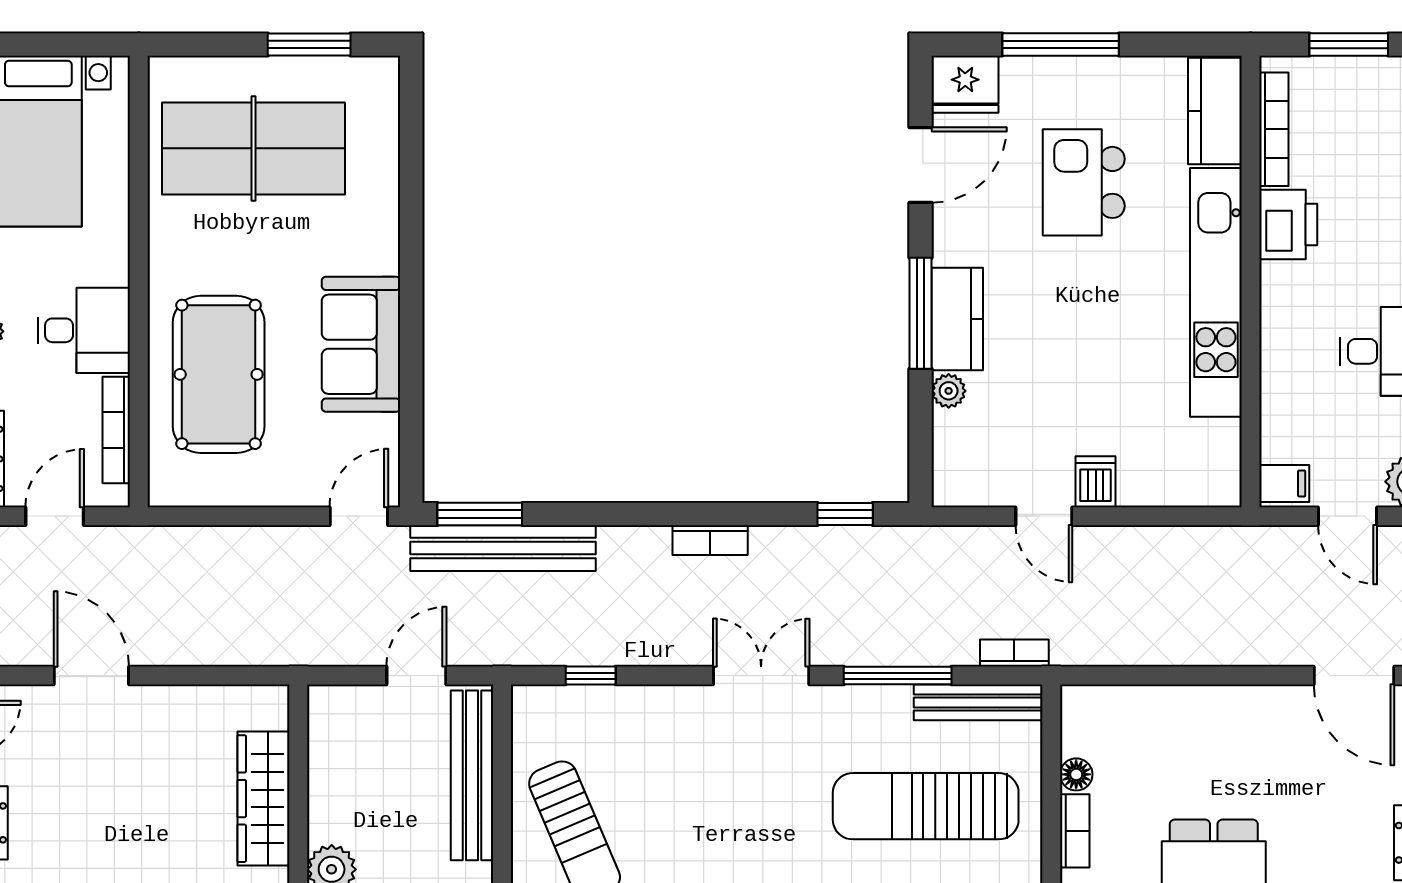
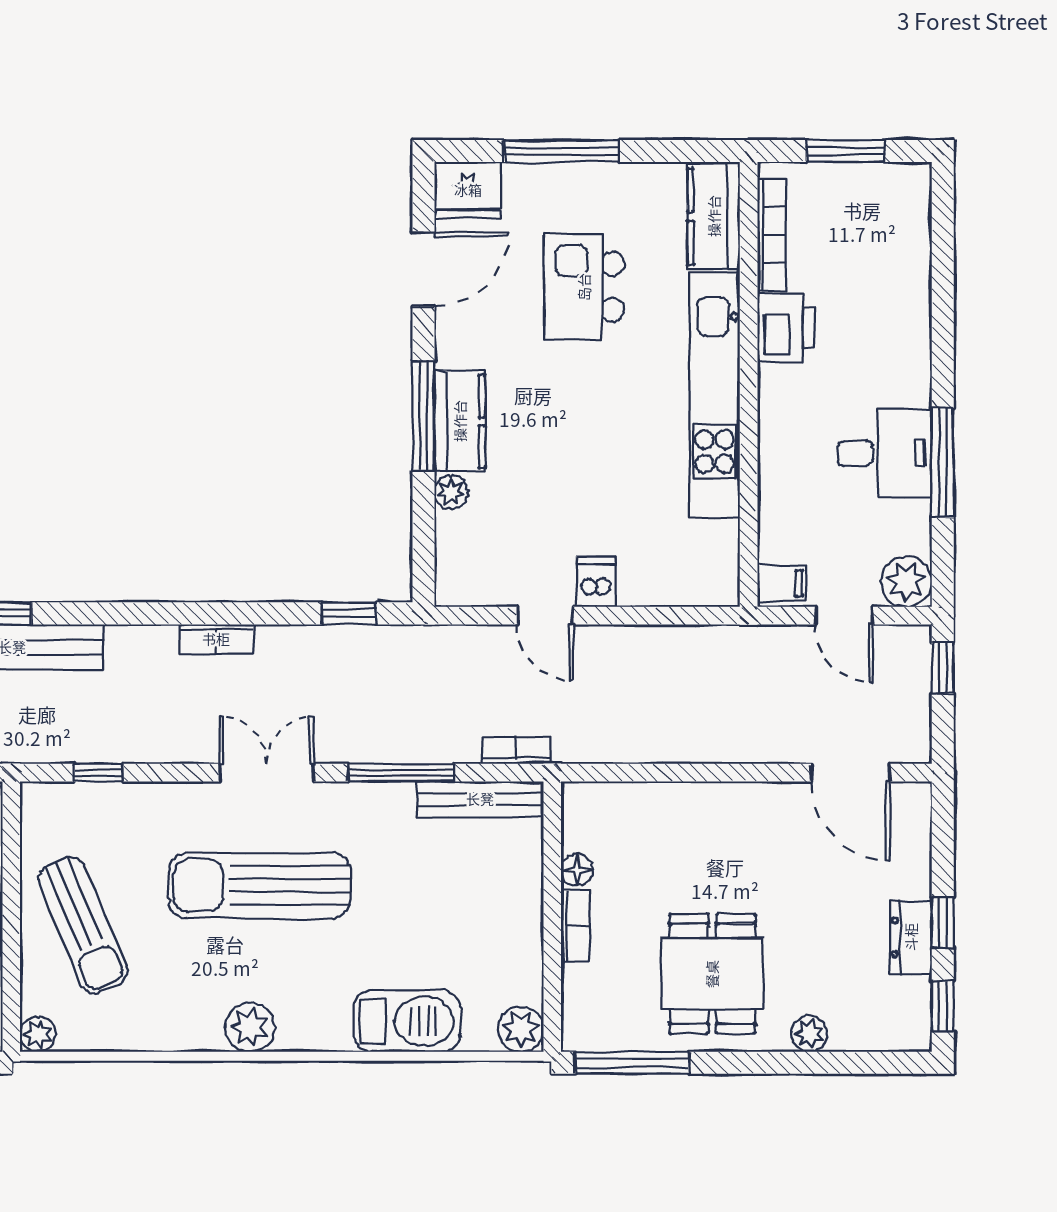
sun lounger: (926, 806) -> (260, 885), moved

